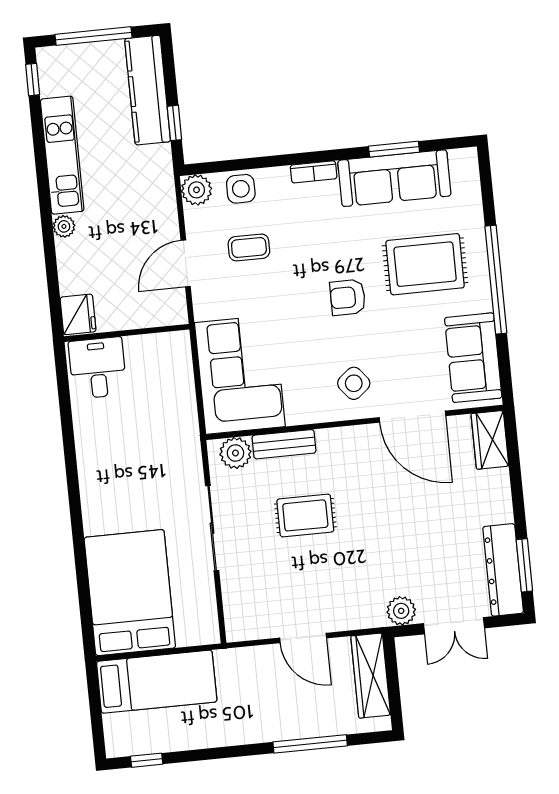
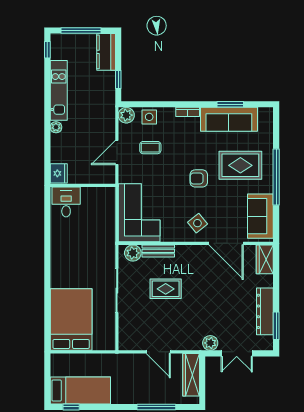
kitchen counter: (148, 90) -> (106, 52), width x0.67
dresser: (503, 570) -> (265, 311), moved
bed: (157, 682) -> (80, 391), moved

